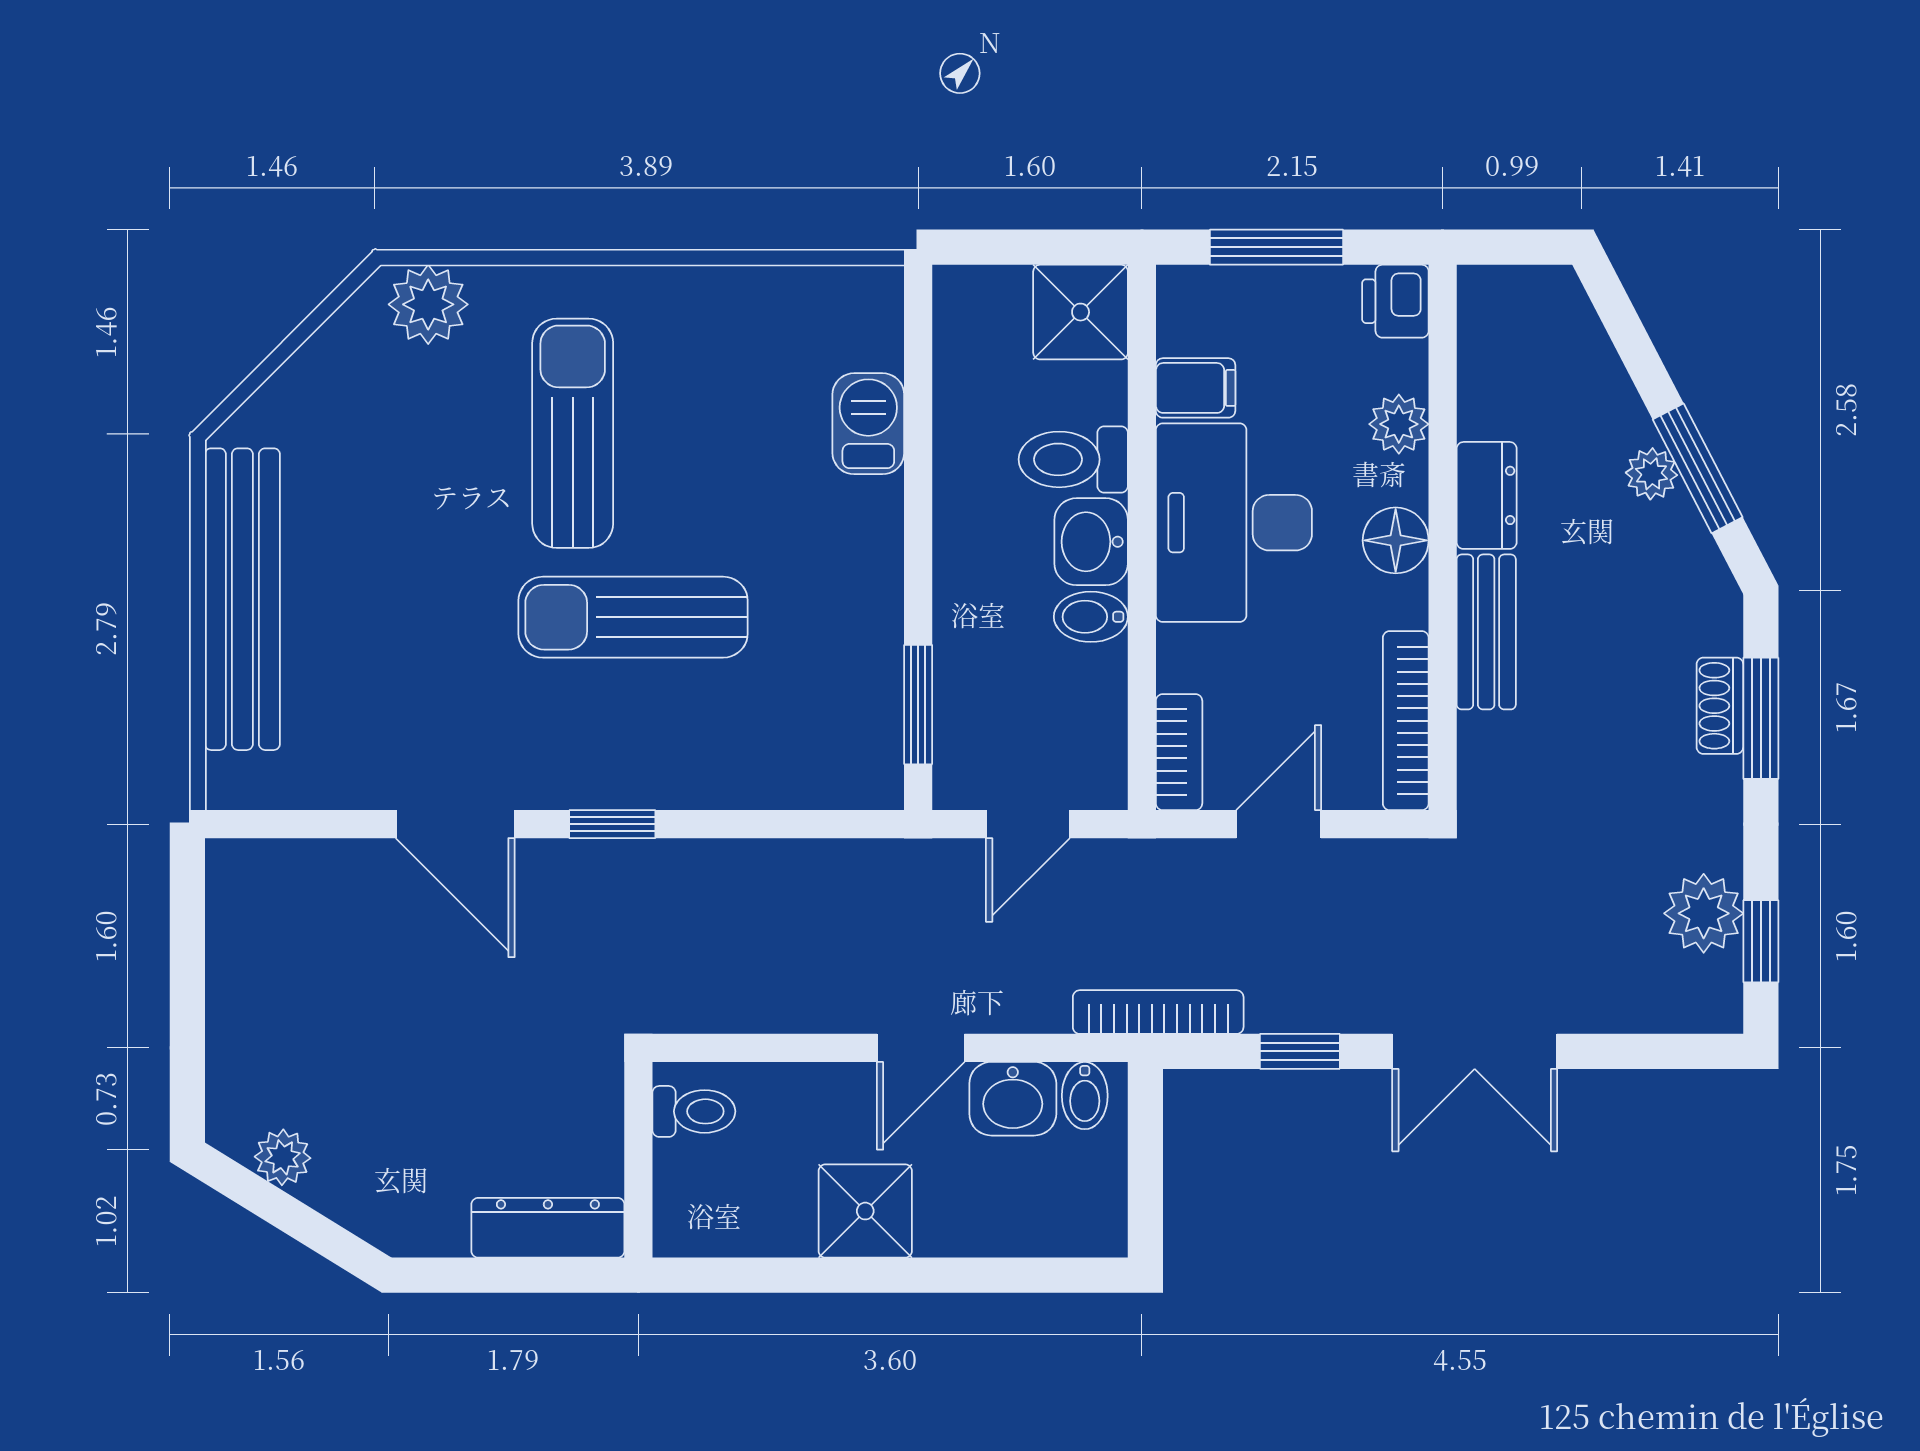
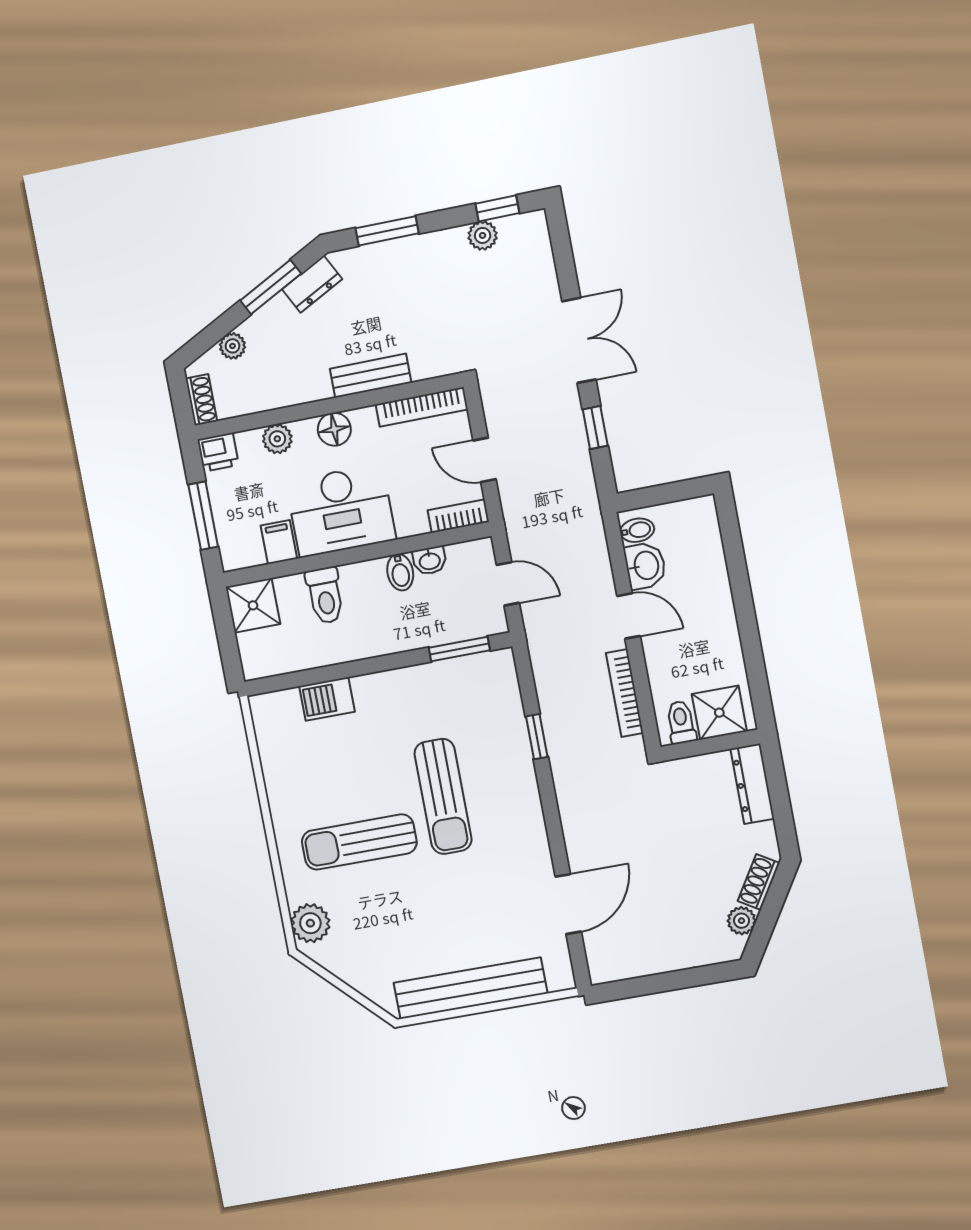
plant: (1651, 474) -> (232, 346), moved
dresser: (1487, 495) -> (312, 284), moved, turned 153
washbasin: (1091, 542) -> (430, 561), moved, width x0.72, depth x0.69
shoe rack: (1720, 706) -> (201, 400), moved, turned -90
door: (455, 824) -> (568, 904), moved
window: (612, 824) -> (537, 737), moved
plant: (1704, 913) -> (483, 235), width x0.73, depth x0.73
bookcase: (1158, 1012) -> (625, 693), moved
shoe rack: (353, 1205) -> (759, 882), added
shower: (865, 1211) -> (719, 713), moved

